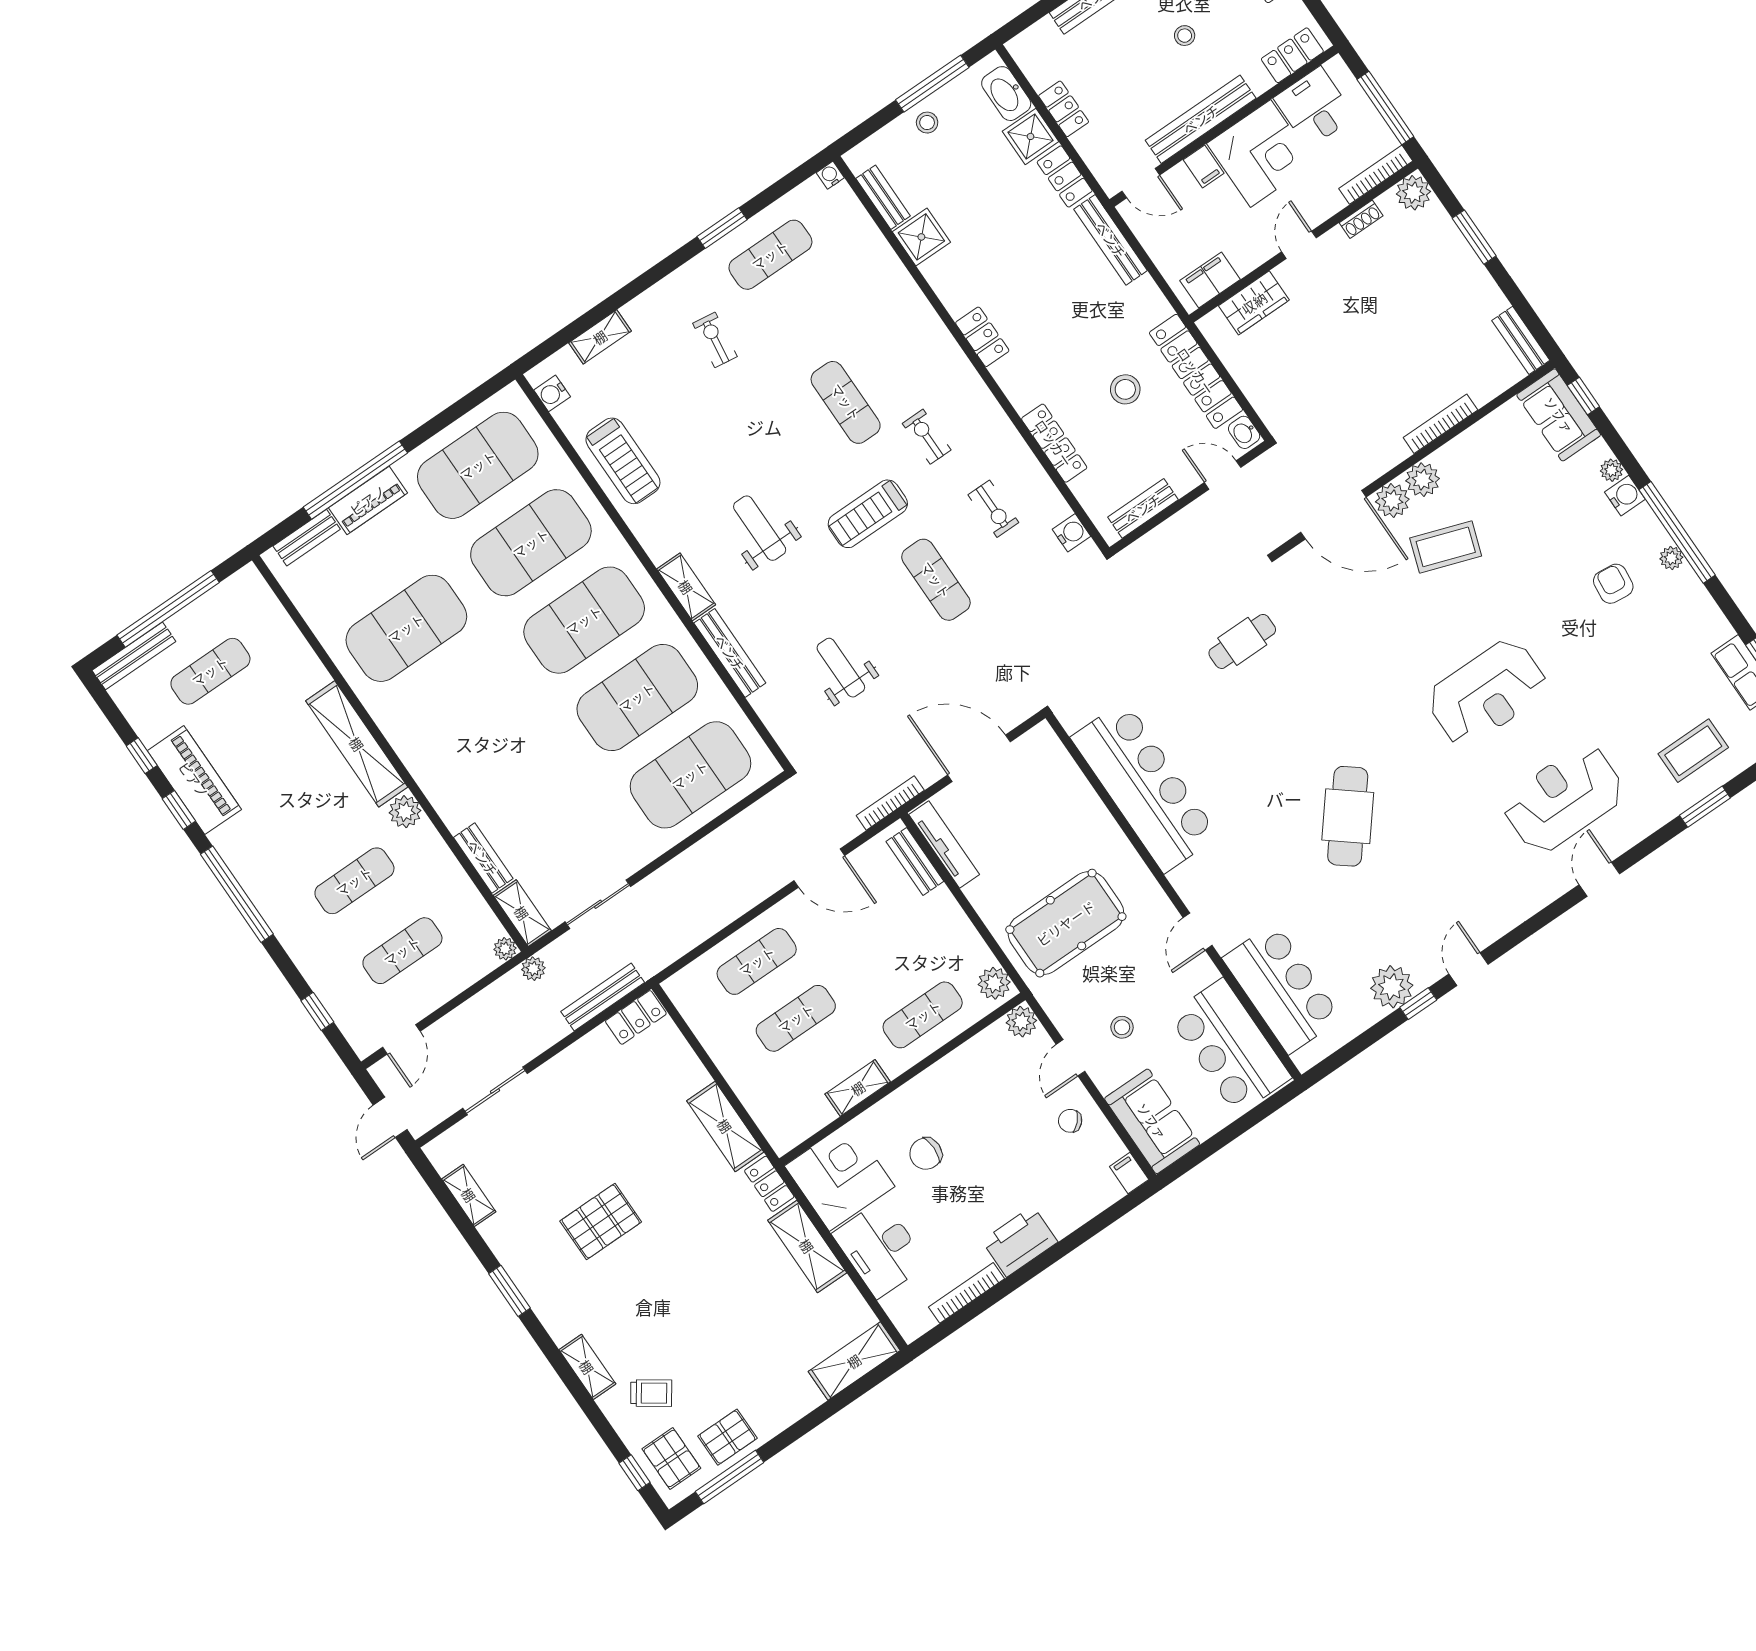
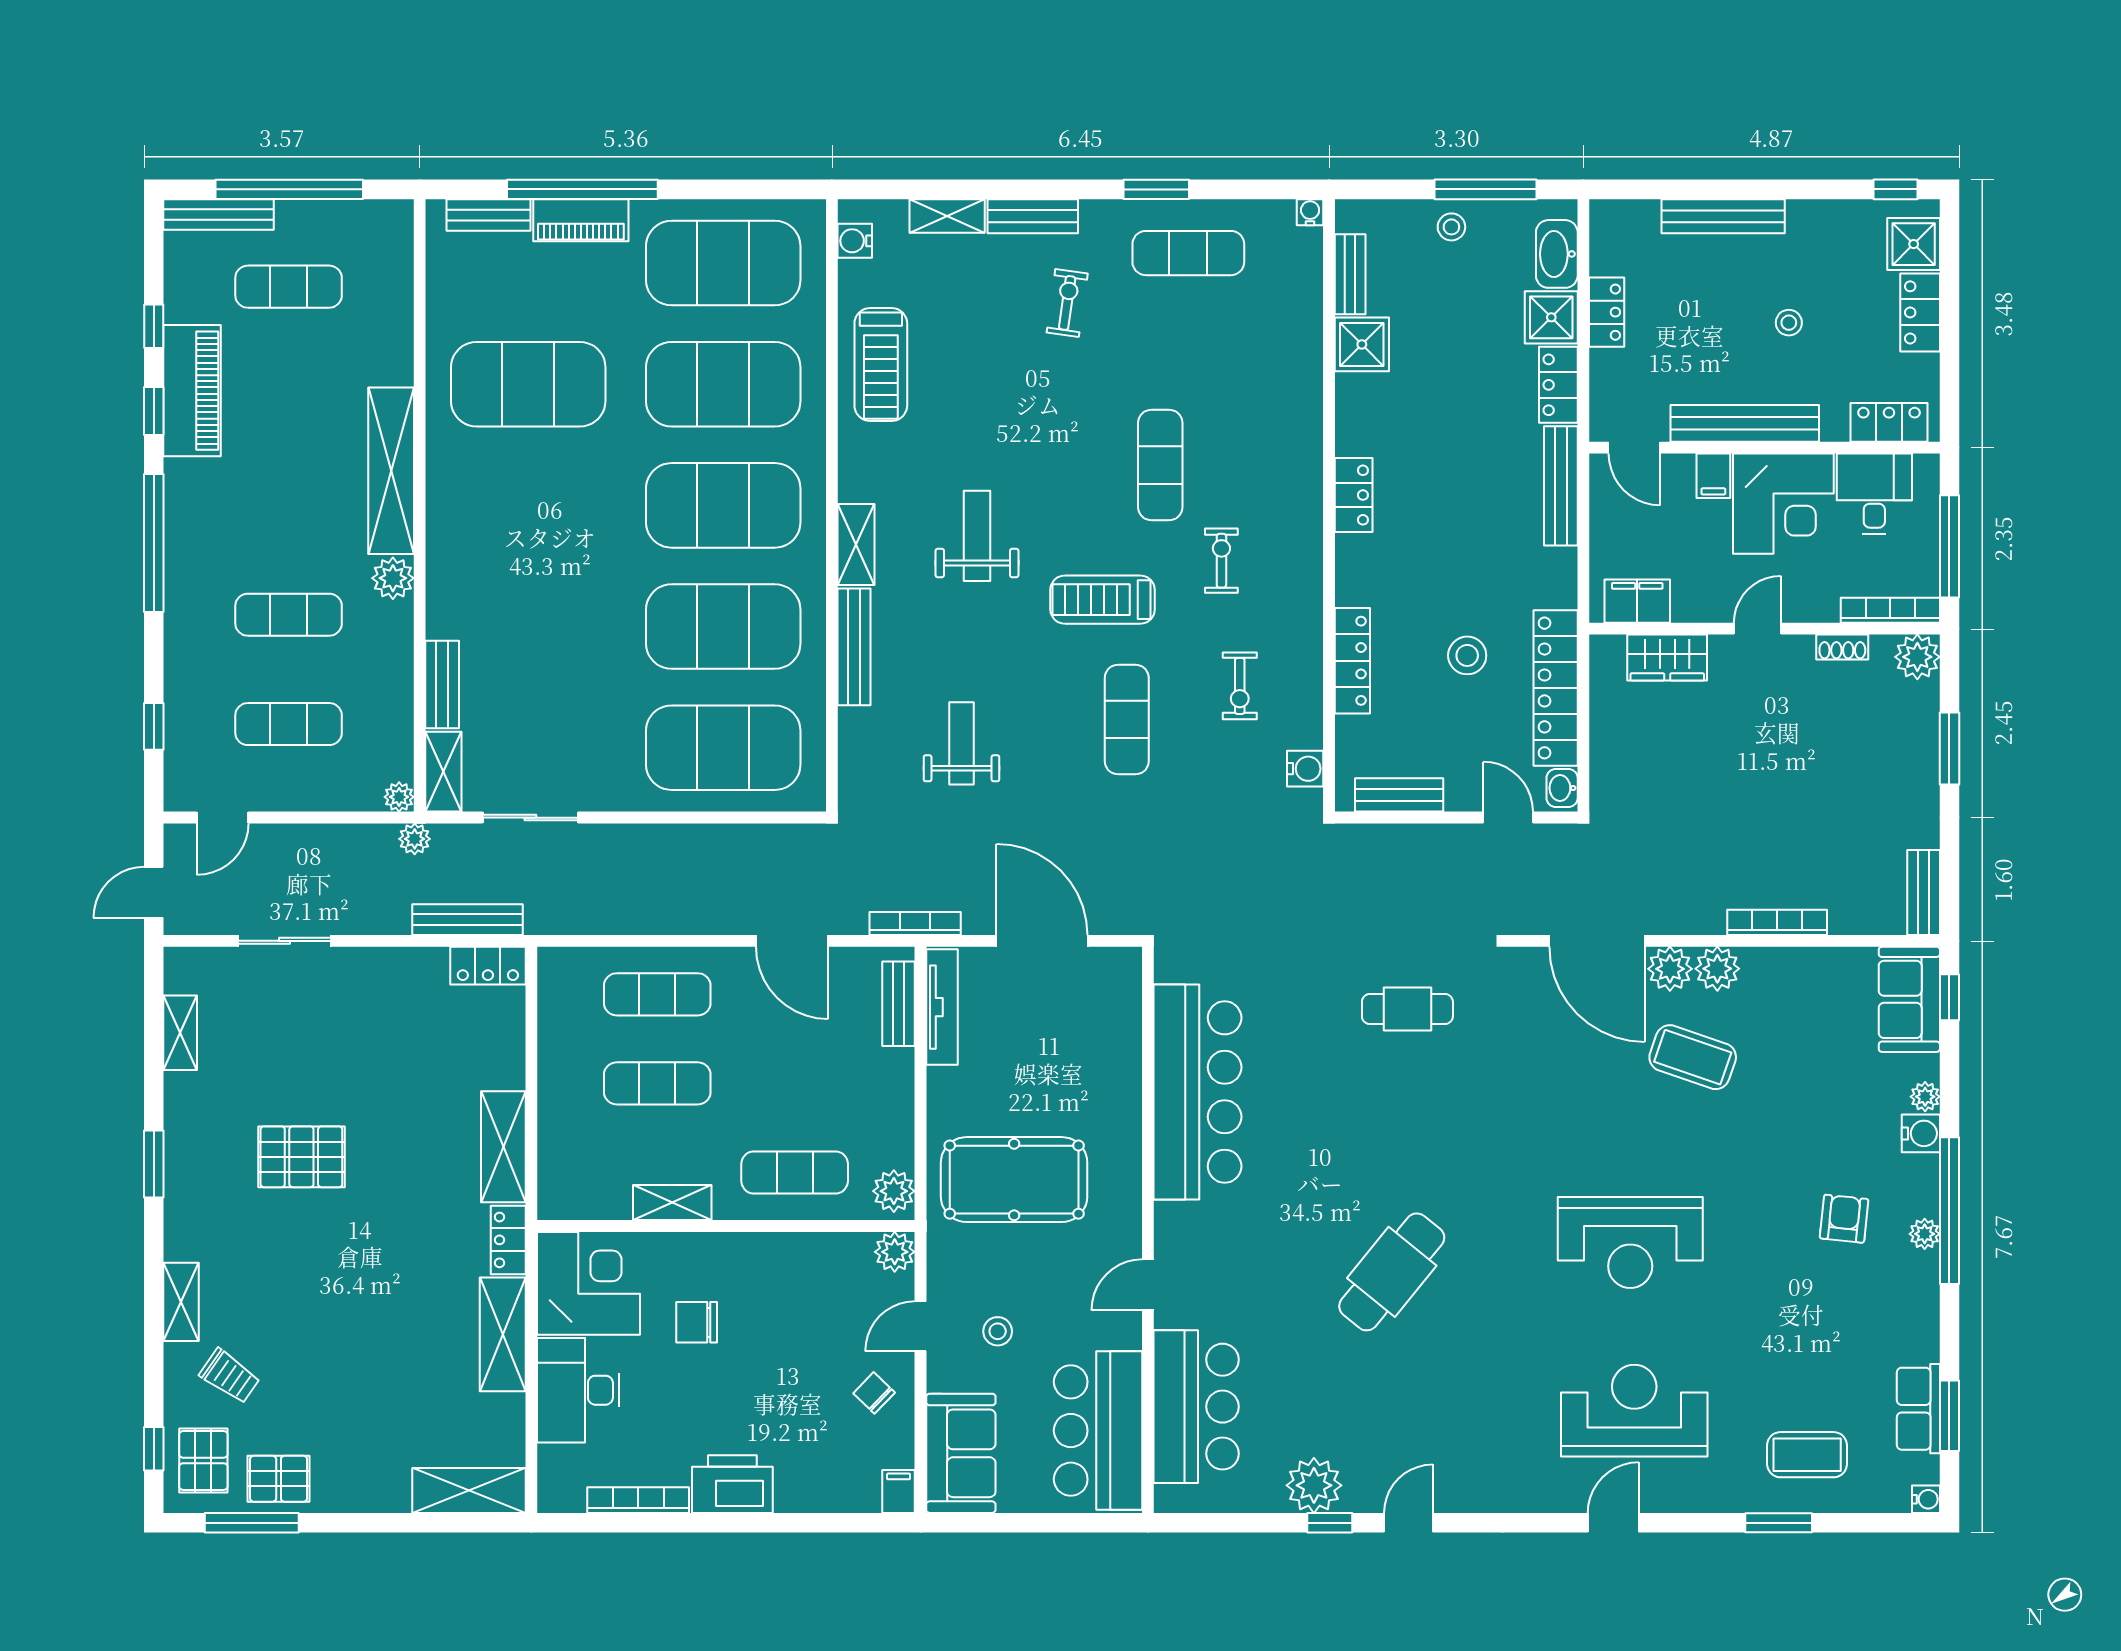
bench: (655, 299) -> (1033, 216), added

